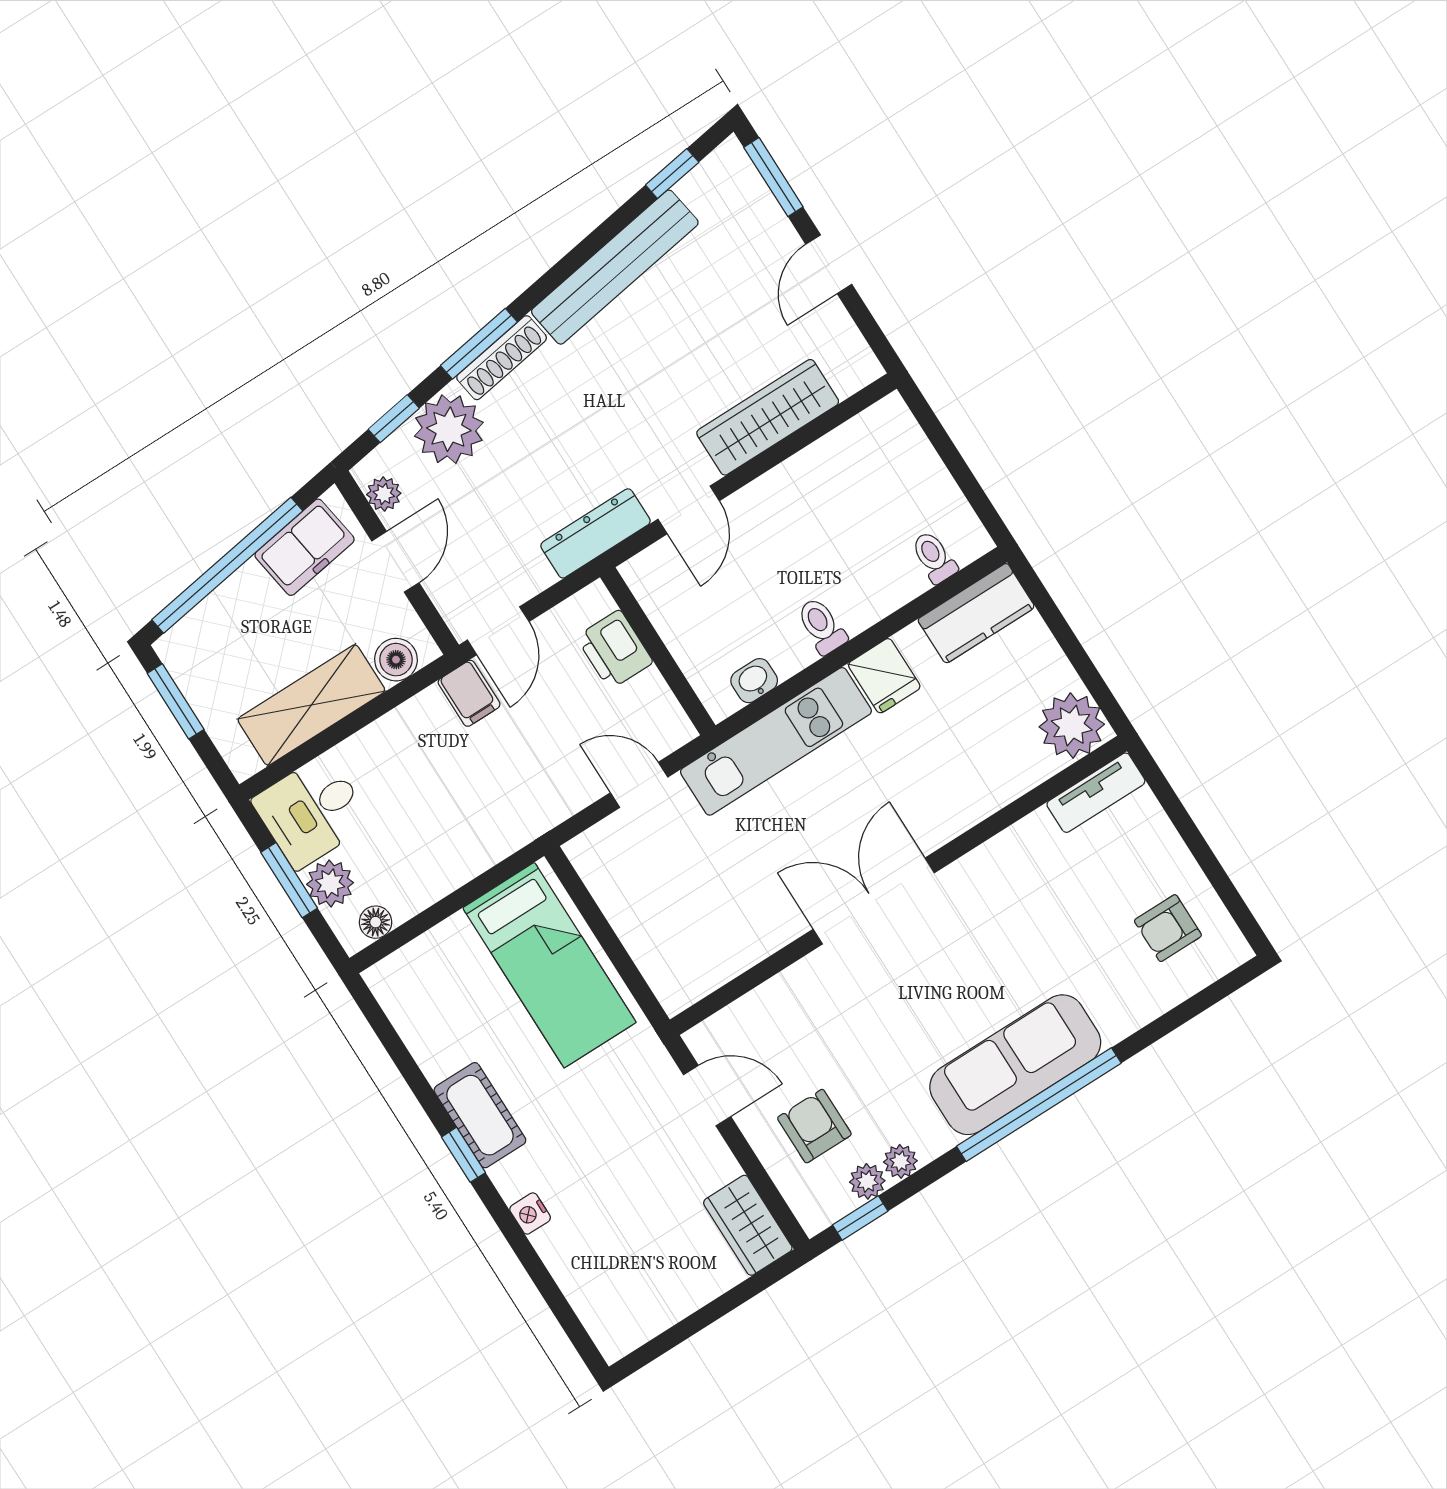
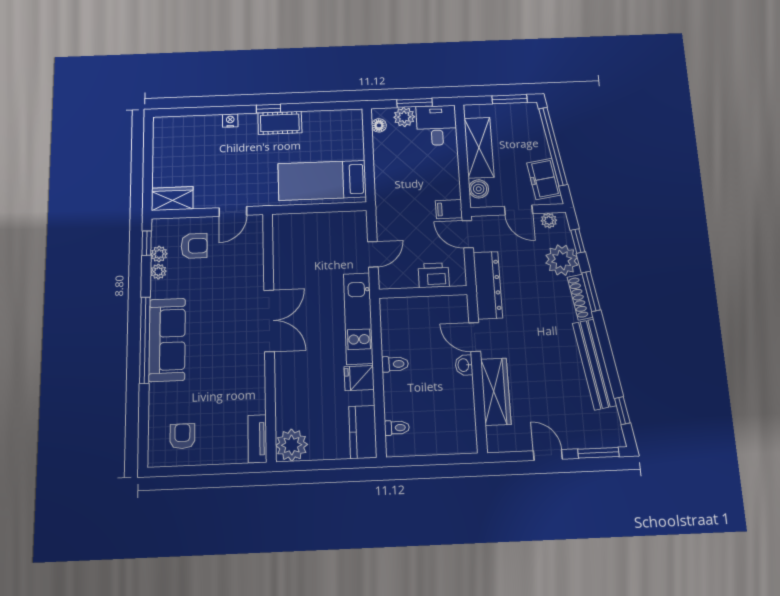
dresser: (595, 533) -> (488, 285), width x1.37, depth x1.24
washbasin: (754, 681) -> (464, 365), moved, turned 180

